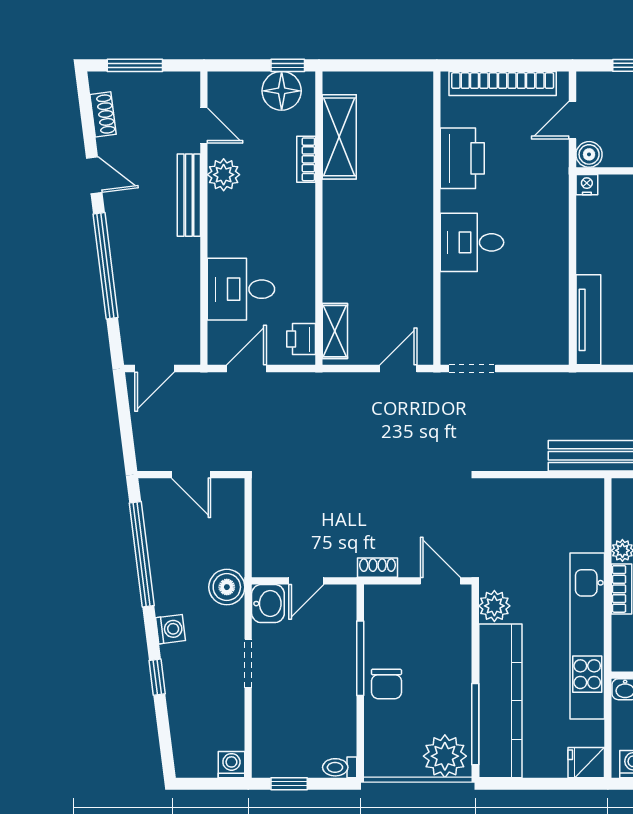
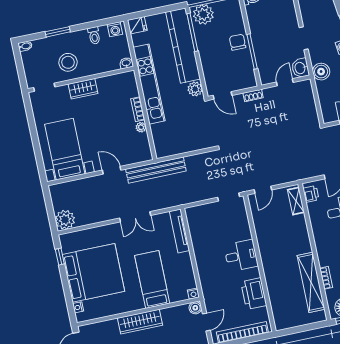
shelving: (339, 137) -> (311, 282), width x1.47

